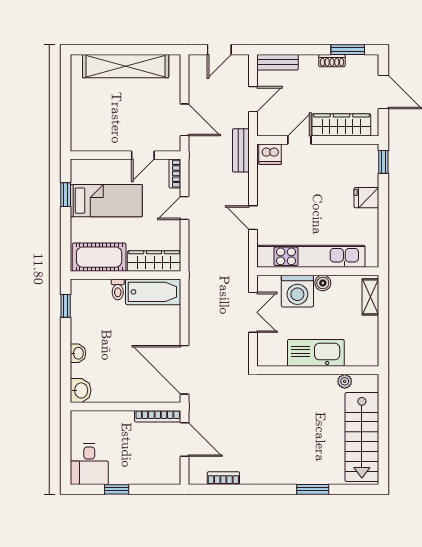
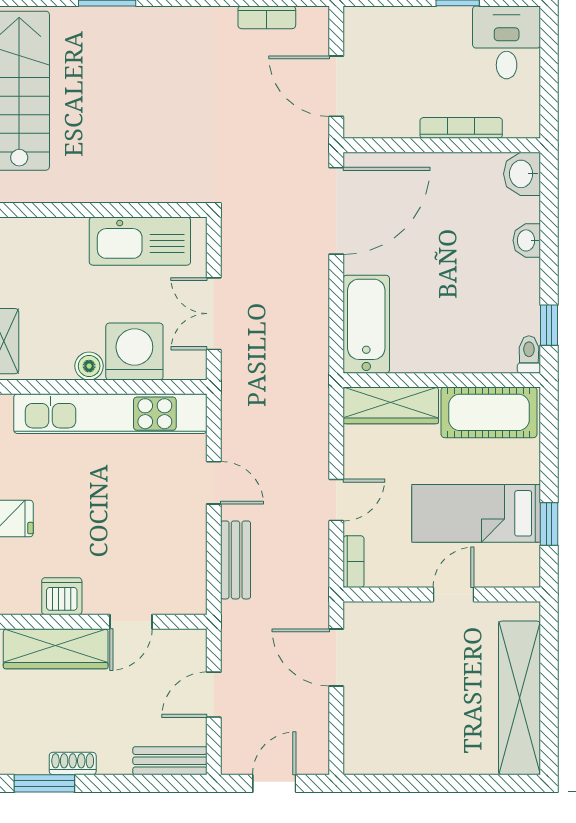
shelving: (126, 66) -> (519, 698), moved, turned 90
bench: (241, 150) -> (236, 560), moved
dishwasher: (270, 154) -> (62, 596), moved
door: (143, 155) -> (453, 595), moved
toilet: (118, 289) -> (529, 355), moved
bathtub: (153, 292) -> (366, 324), moved, turned 90
kitchen sink: (316, 353) -> (140, 241), moved
door: (184, 370) -> (336, 211), hinge flipped
plant: (345, 381) -> (50, 190), removed
bookcase: (158, 416) -> (461, 128), moved

